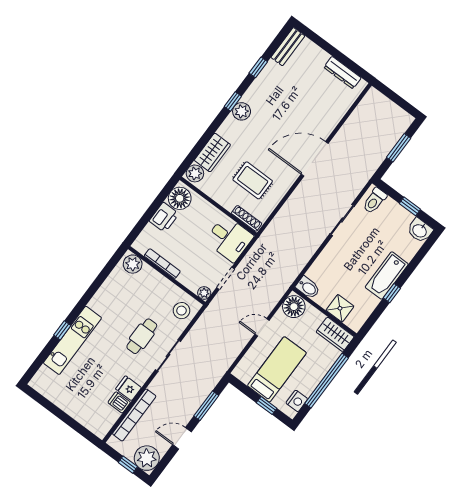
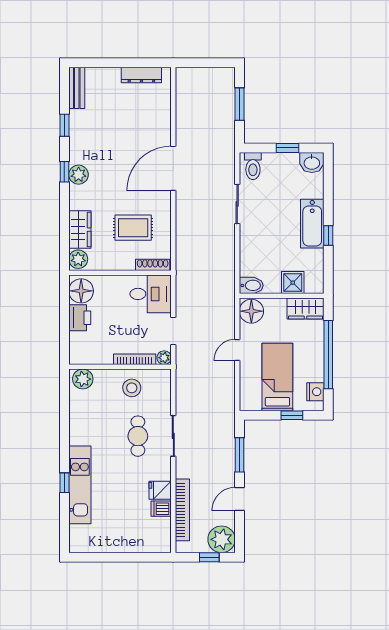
bookcase: (162, 264) -> (135, 359), moved
stool: (182, 311) -> (132, 388), moved

